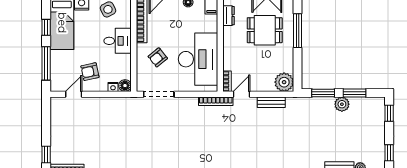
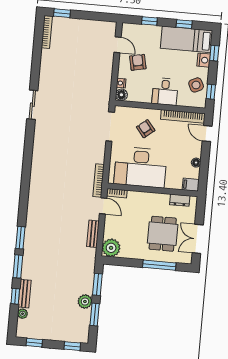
window: (46, 63) -> (149, 21), width x0.46

